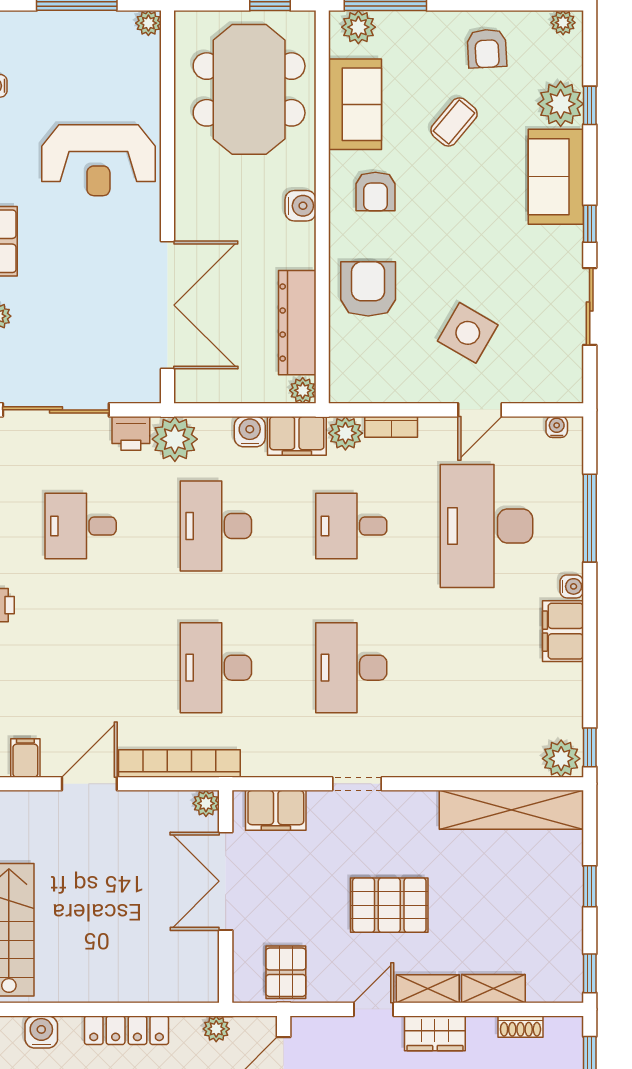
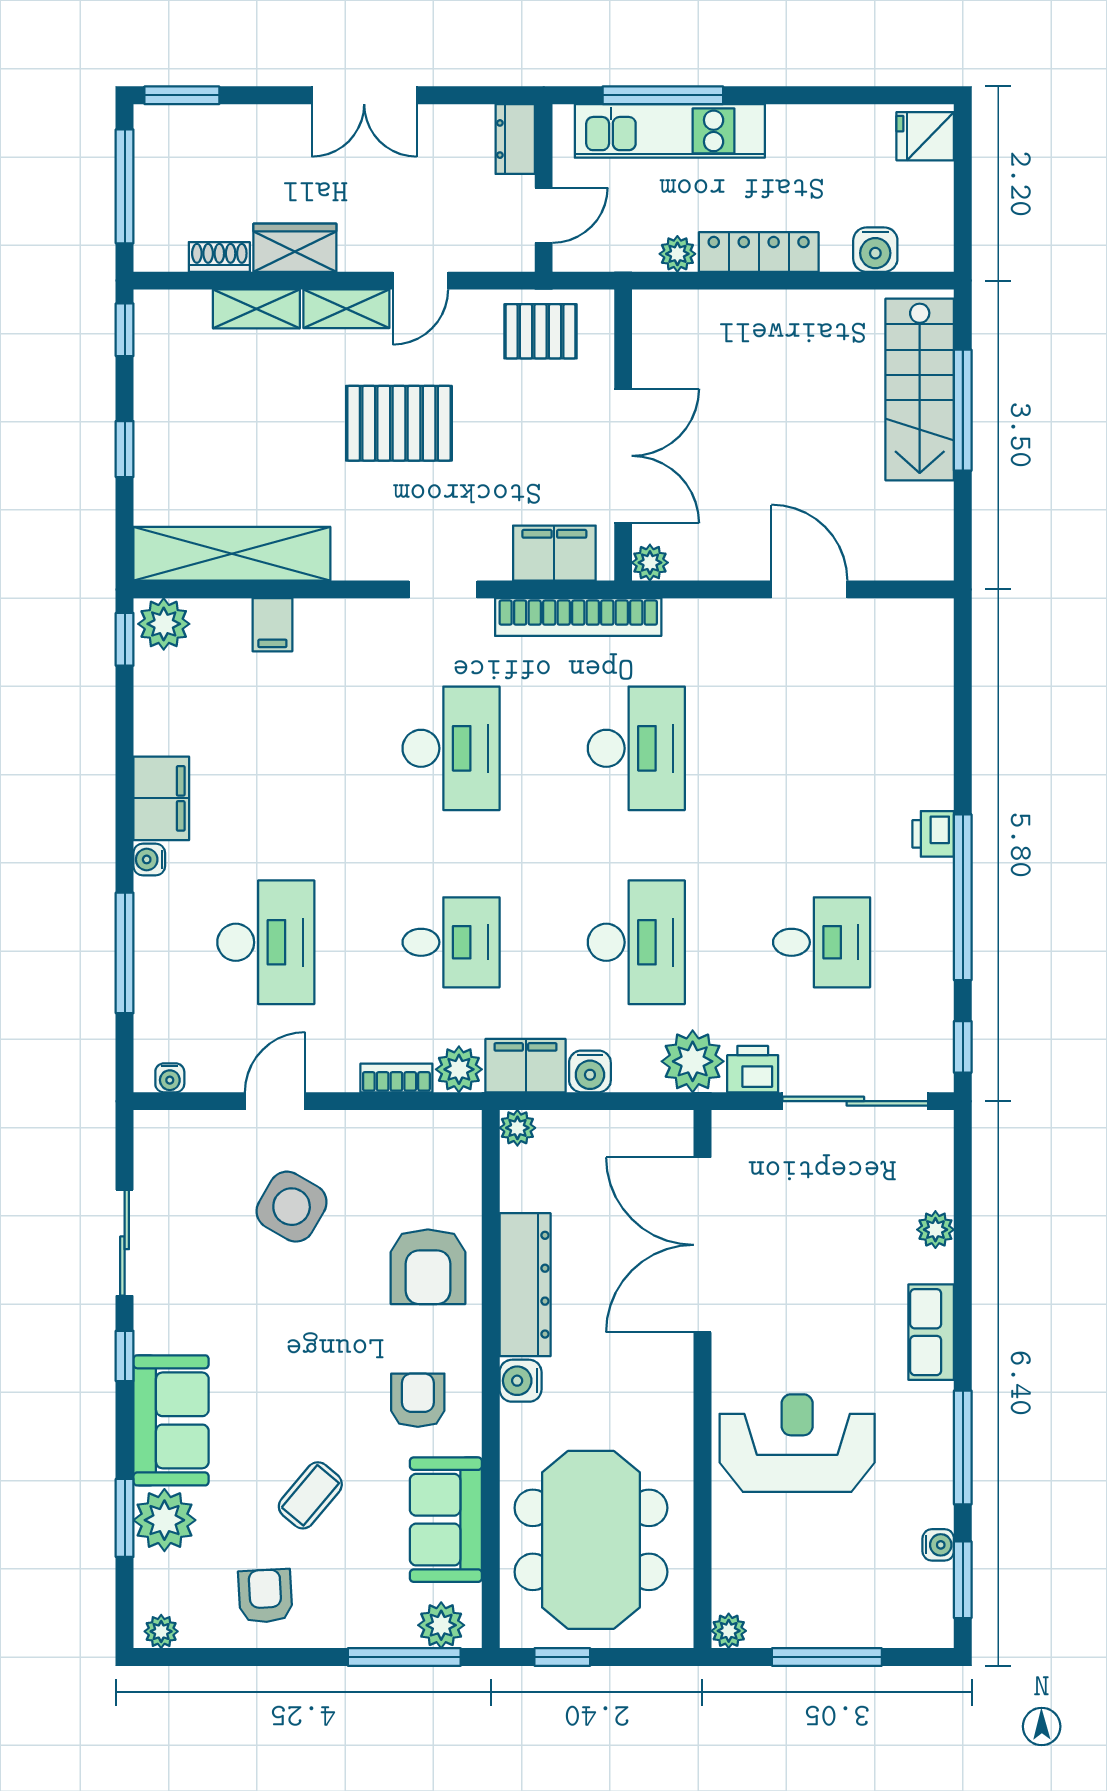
window: (590, 105) -> (125, 1518), width x1.50
dresser: (297, 323) -> (525, 1285), moved
desk: (487, 526) -> (266, 942), width x0.73, depth x0.77
filing cabinet: (25, 758) -> (272, 625), moved
bookcase: (179, 764) -> (578, 617), moved
door: (89, 784) -> (809, 589), swing flipped
pallet: (286, 972) -> (540, 331), turned 90
plant: (216, 1029) -> (677, 254), moved
wardrobe: (435, 1033) -> (295, 248), moved

